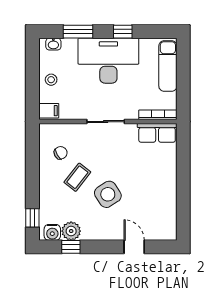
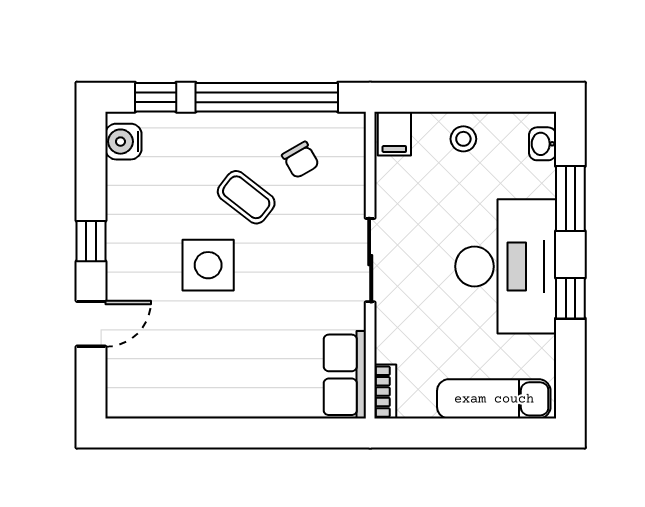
bookcase: (158, 115) -> (385, 392), width x0.64
window: (32, 168) -> (267, 97), added
side table: (108, 194) -> (208, 265), turned 33
plant: (71, 231) -> (126, 183), removed
window: (71, 247) -> (91, 241), moved

